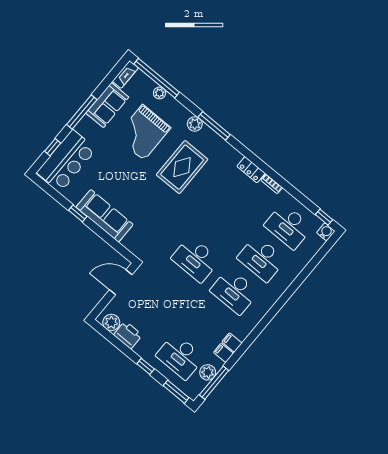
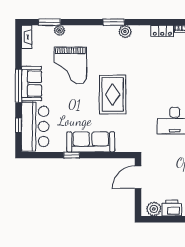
window: (157, 78) -> (49, 22), width x0.47
sofa: (107, 105) -> (32, 84), moved
plant: (195, 124) -> (125, 32), moved
window: (214, 126) -> (114, 22), width x0.69
rug: (182, 167) -> (113, 95), moved

